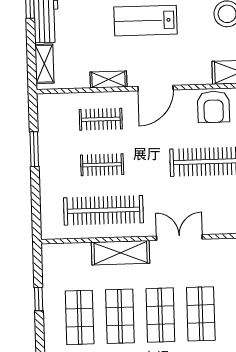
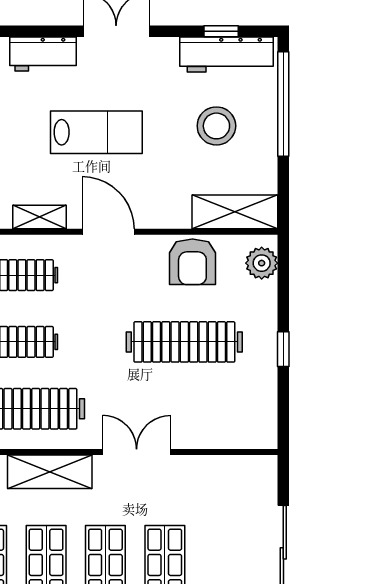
lab bench: (145, 21) -> (96, 132), turned 180
door: (156, 88) -> (108, 232), swing flipped

